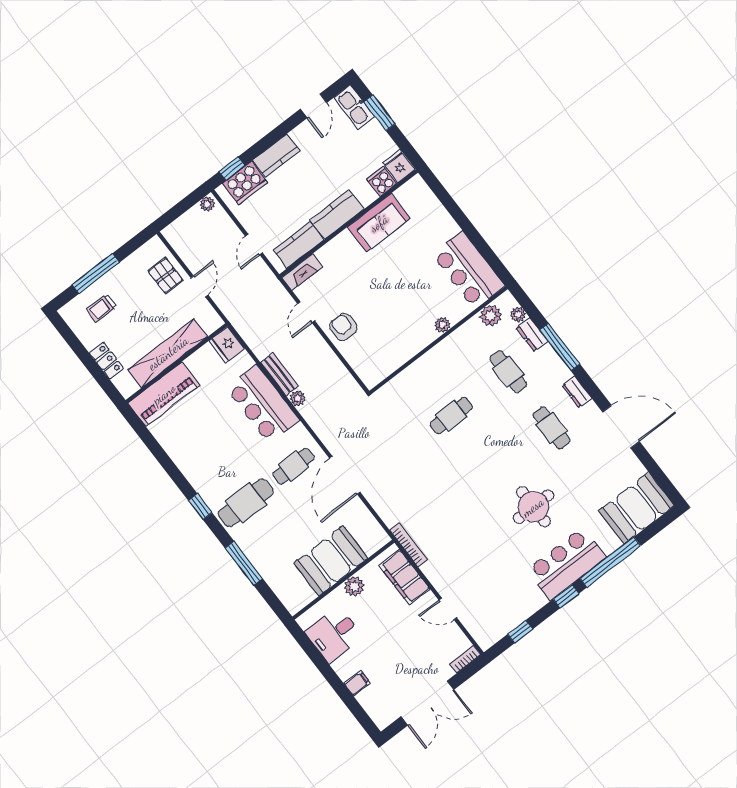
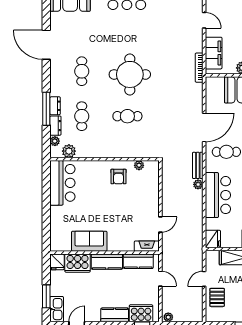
cooker: (382, 181) -> (78, 263), width x1.87, depth x1.31
door: (254, 245) -> (160, 279), hinge flipped
plant: (442, 325) -> (139, 165), moved
armchair: (343, 327) -> (118, 176), moved
bench: (280, 374) -> (198, 165), moved
dresser: (577, 392) -> (55, 106), moved
round table: (533, 507) -> (130, 74), moved, width x1.36, depth x1.36

